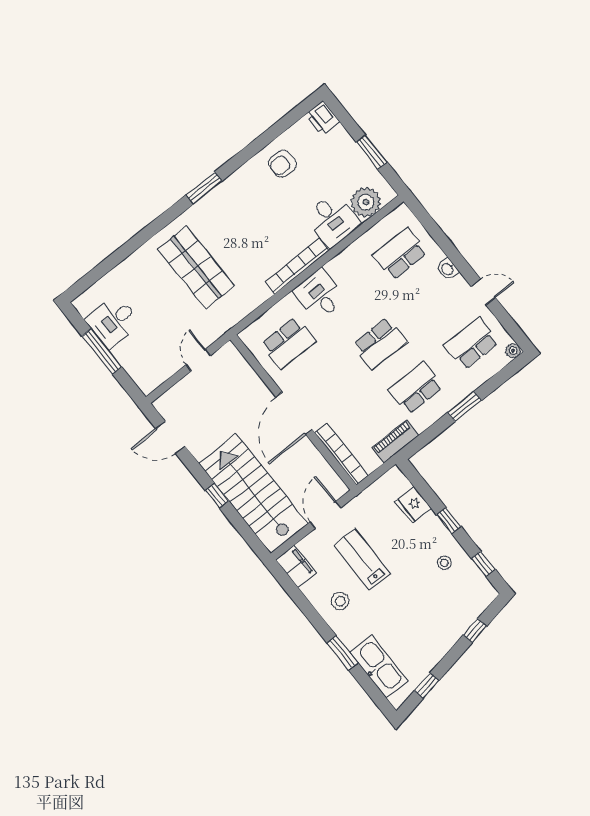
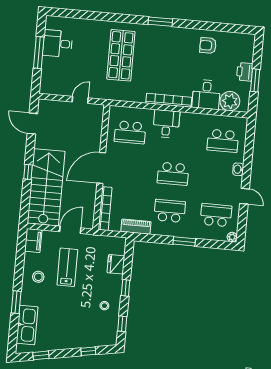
printer: (323, 118) -> (245, 72), moved
school desk: (400, 254) -> (223, 141), turned 180

